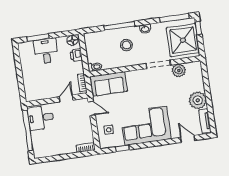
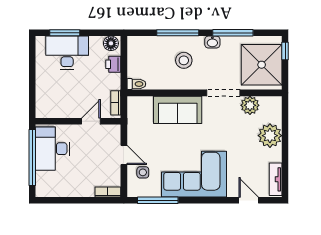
window: (174, 18) -> (233, 33), moved
desk: (46, 51) -> (67, 53), width x1.37
sofa: (109, 84) -> (178, 110), moved
plant: (198, 100) -> (270, 136), moved
door: (92, 108) -> (124, 155), moved
desk: (41, 118) -> (52, 149), width x1.37
window: (122, 148) -> (158, 200), width x2.17

